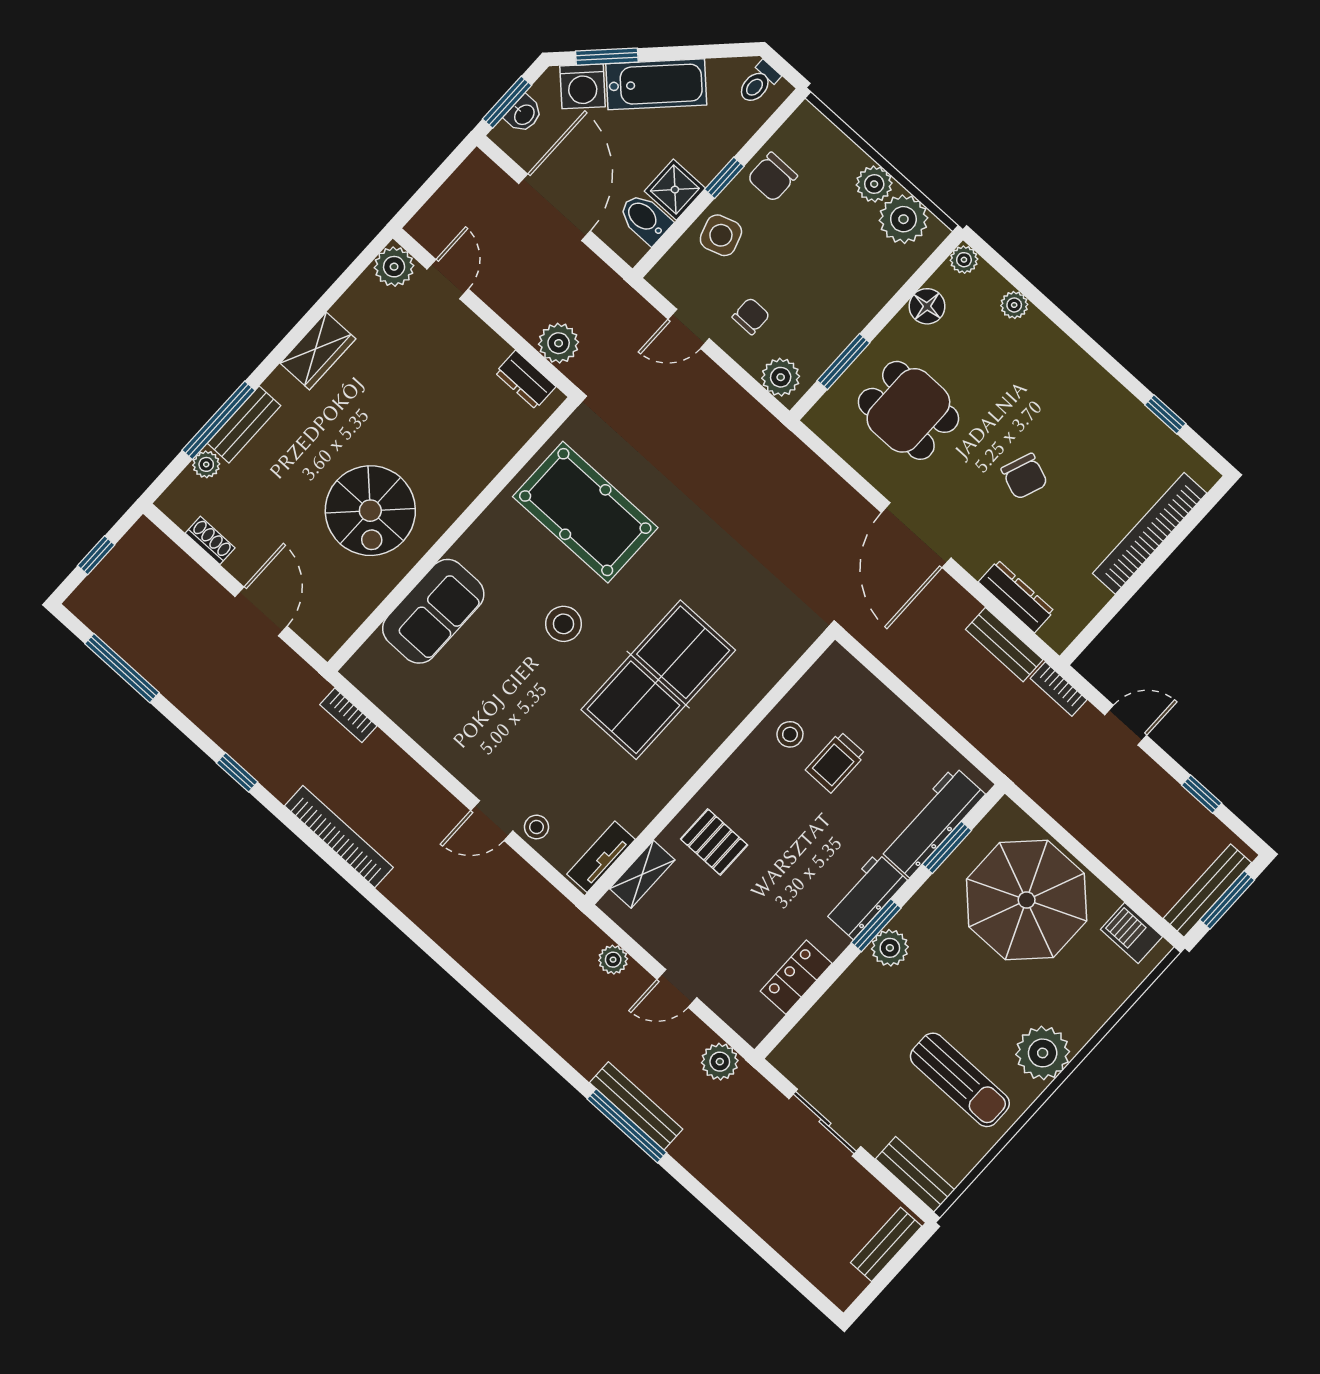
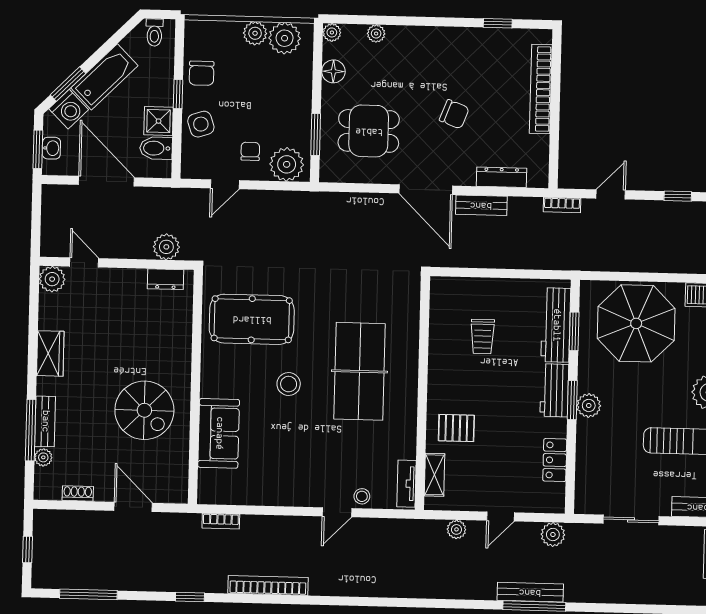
plant: (781, 377) -> (287, 164), width x1.36, depth x1.36
bench: (1004, 645) -> (481, 205), moved
stool: (790, 734) -> (448, 342), removed

